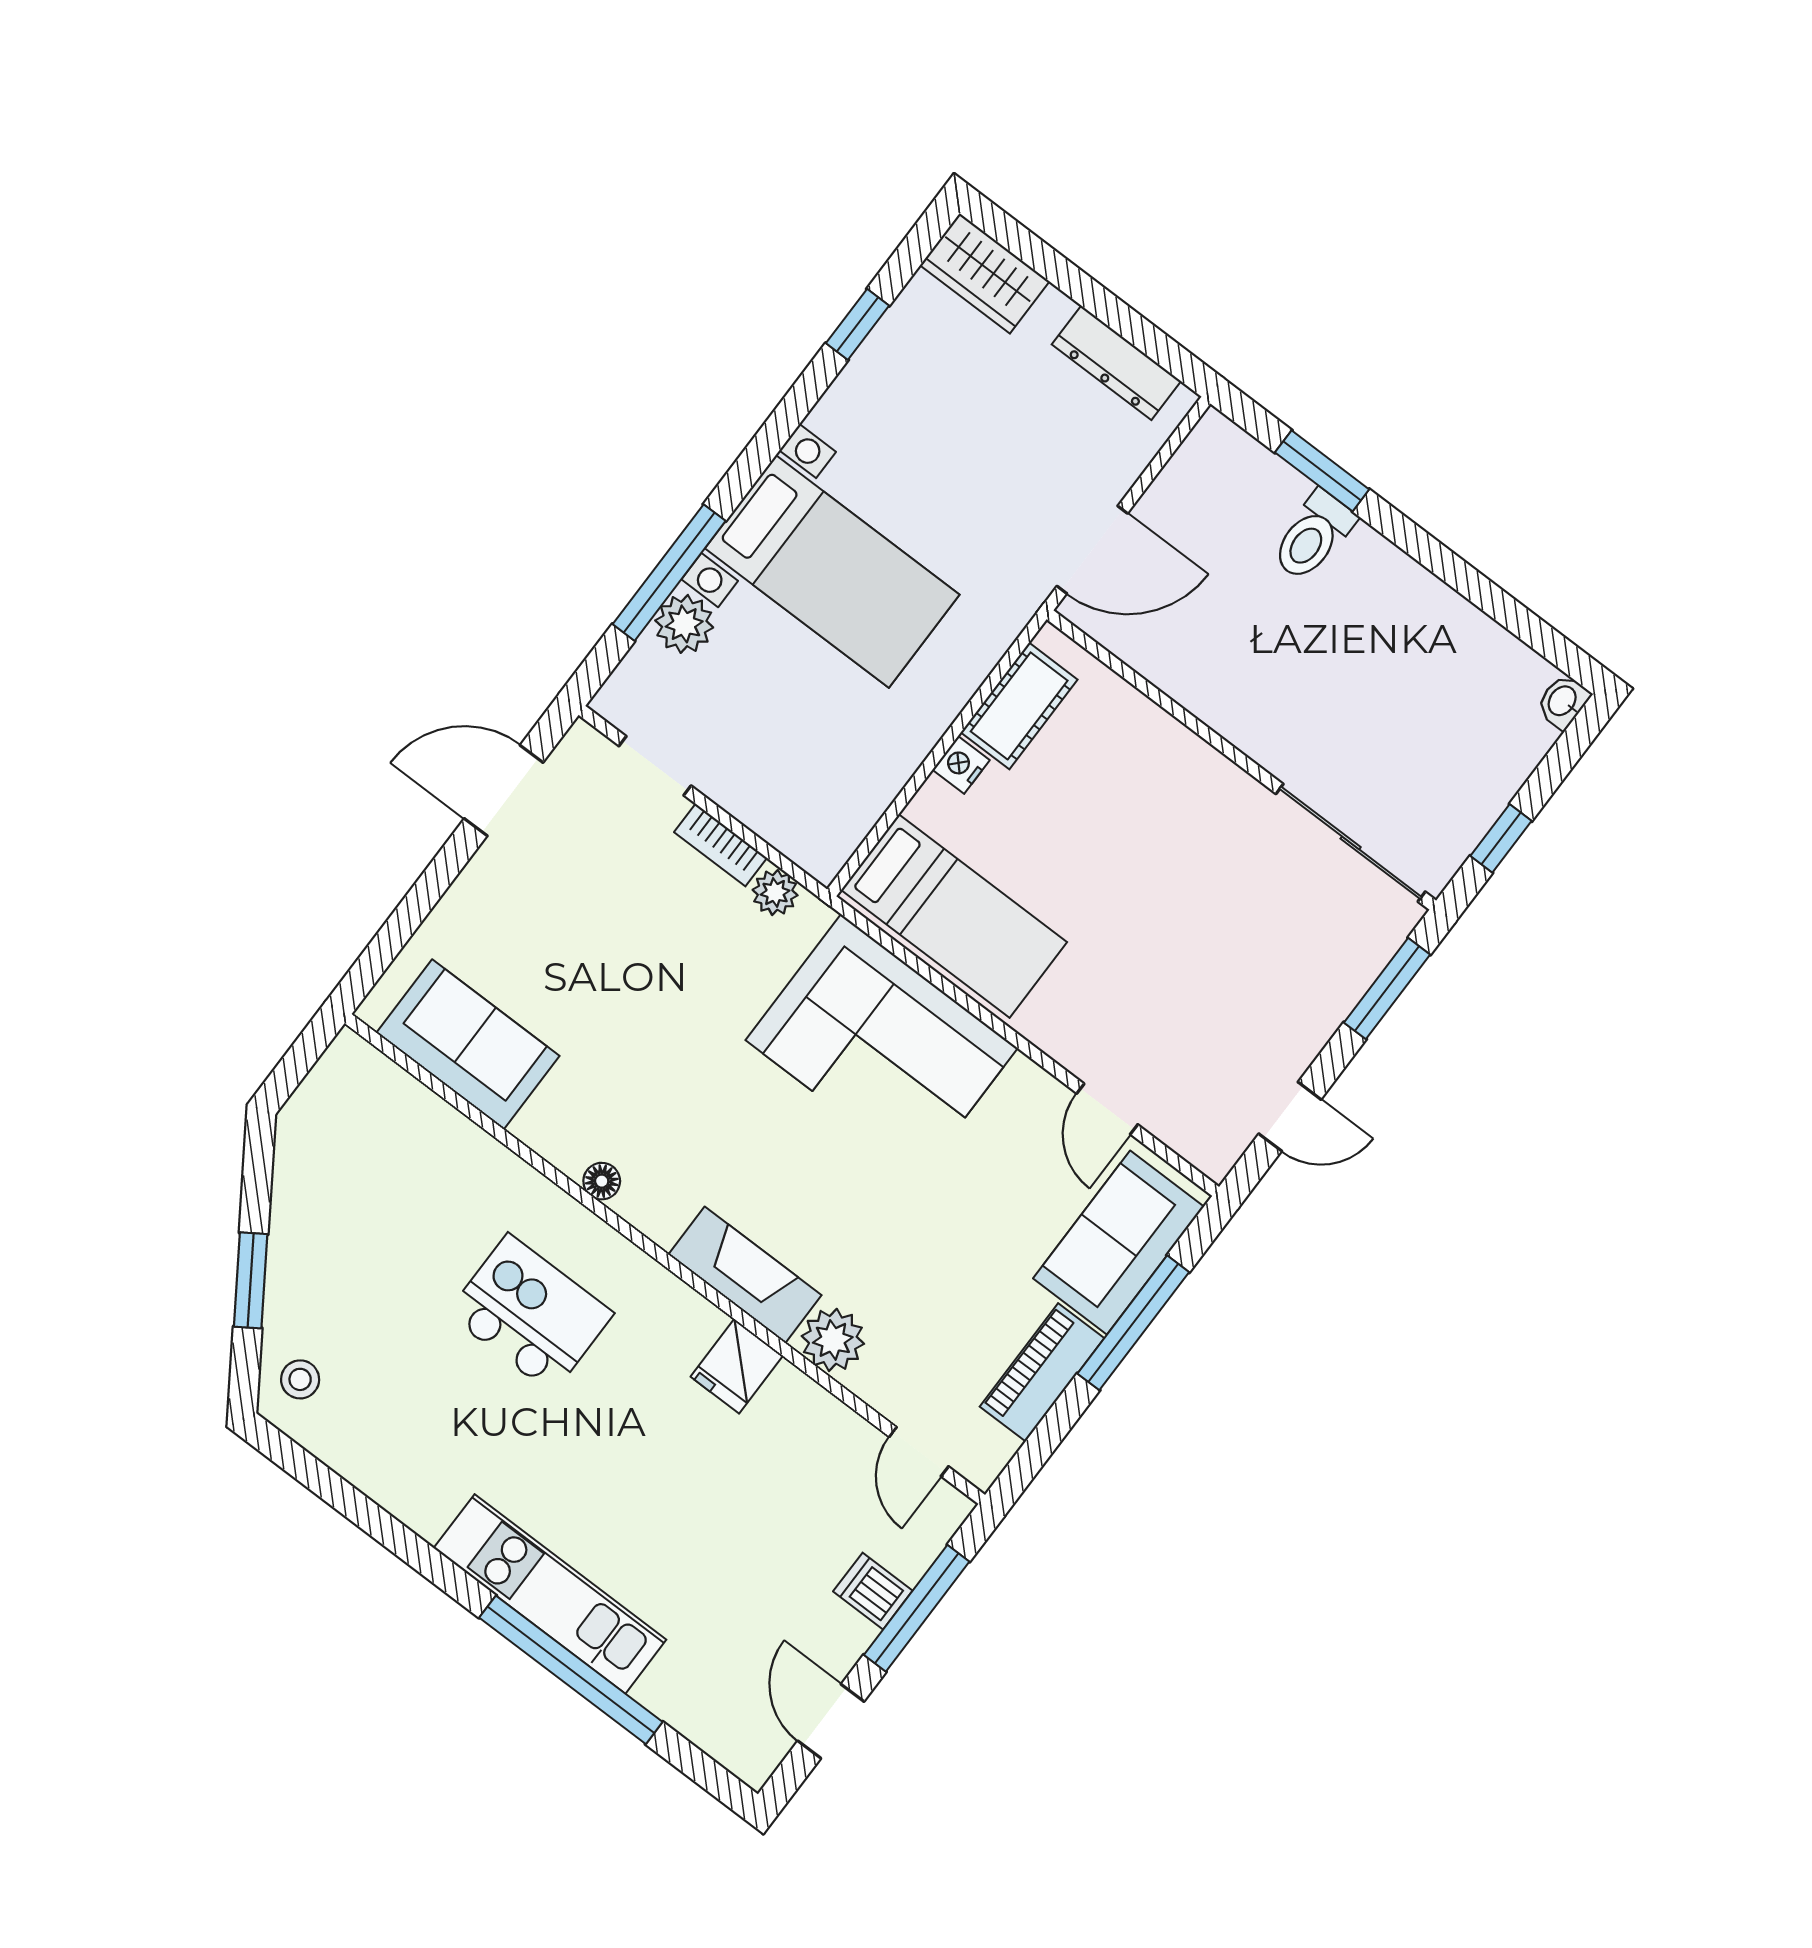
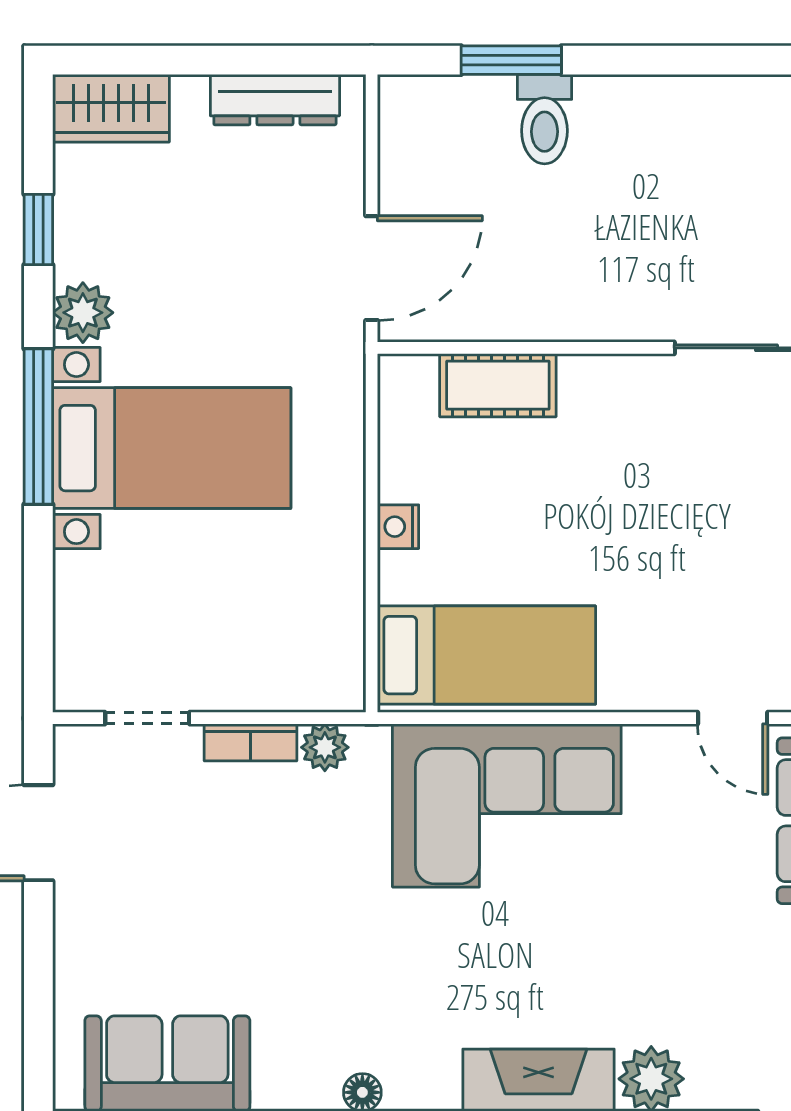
window: (669, 573) -> (38, 426), moved
plant: (684, 624) -> (83, 313), moved
cot: (1019, 706) -> (498, 385), moved, turned 90

